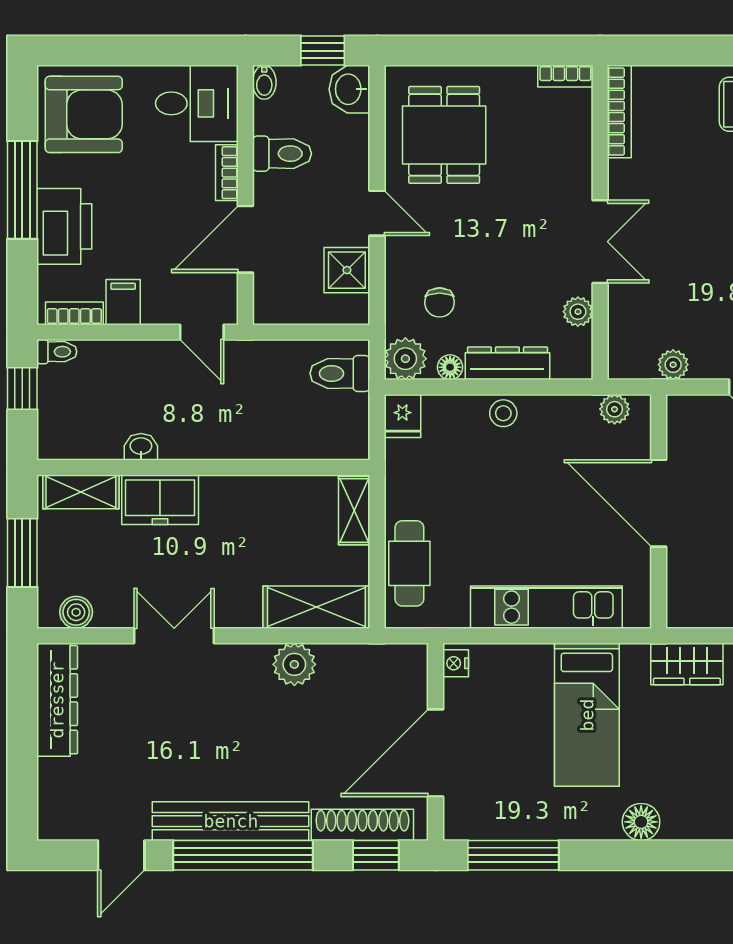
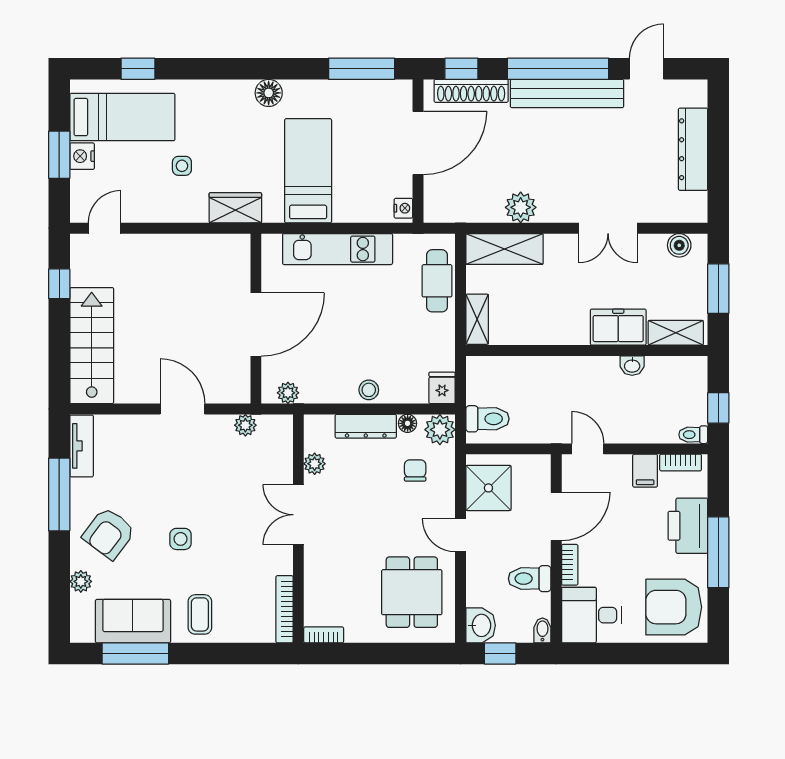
shower: (347, 270) -> (488, 488), width x1.36, depth x1.36
door: (659, 503) -> (256, 325), hinge flipped
dresser: (57, 700) -> (693, 149), moved

